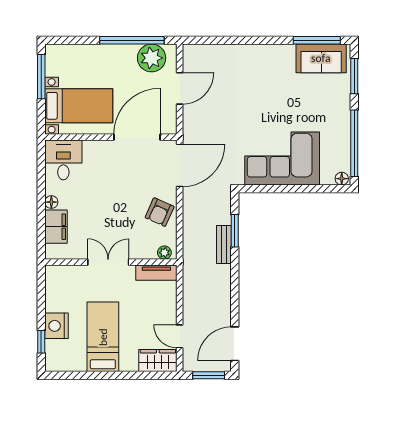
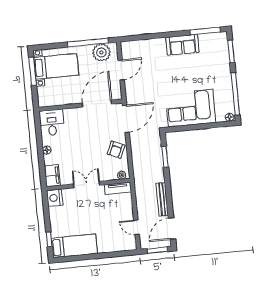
sofa: (321, 58) -> (182, 45), moved
bed with nightstands: (79, 106) -> (56, 66), moved
filing cabinet: (56, 227) -> (52, 176), moved
bench: (224, 245) -> (162, 199), moved, width x1.36
nightstand: (56, 326) -> (55, 198), moved
bed: (103, 337) -> (74, 246), moved, turned 90
wardrobe: (158, 361) -> (124, 244), removed

